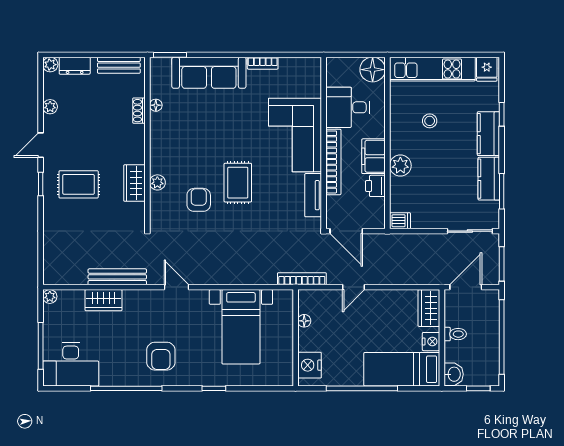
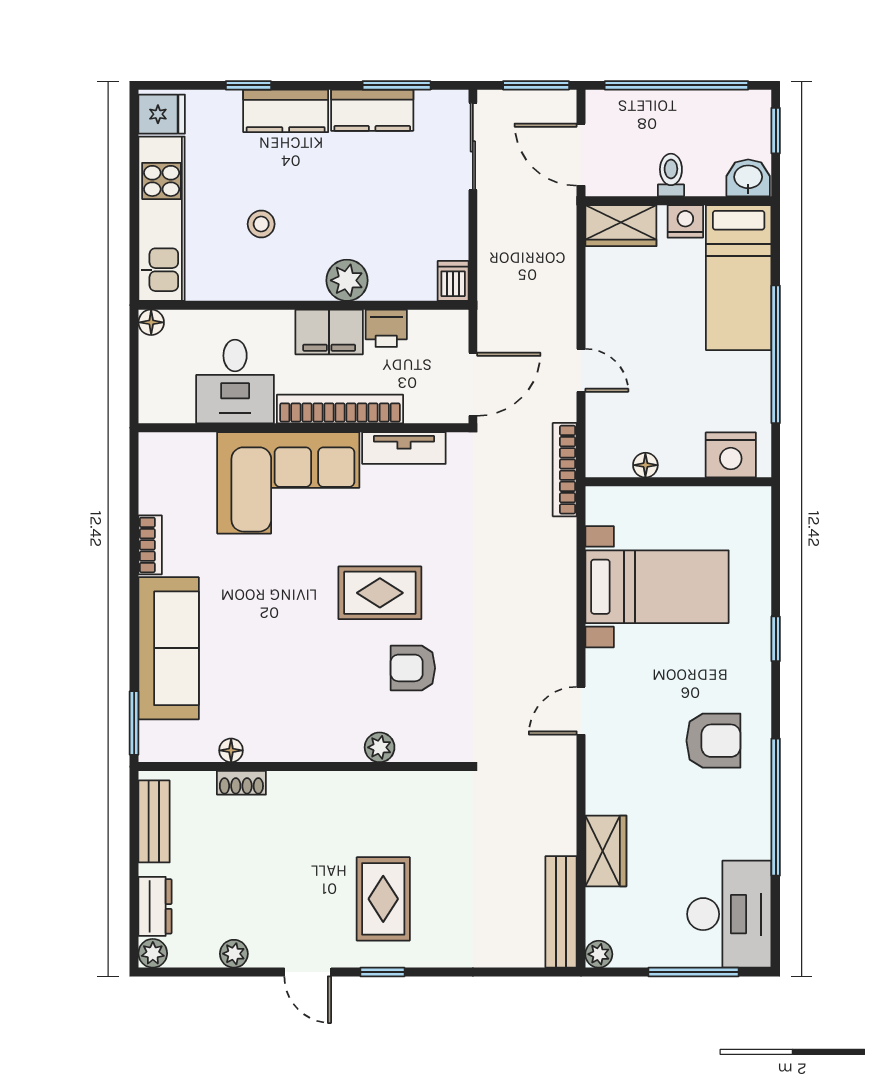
floor lamp: (373, 70) -> (151, 322), width x0.53, depth x0.53
wardrobe: (134, 183) -> (381, 791), removed
bench: (117, 277) -> (561, 912), moved

